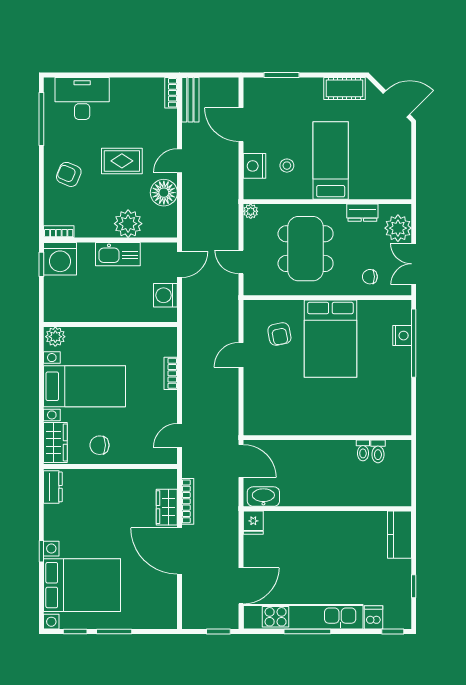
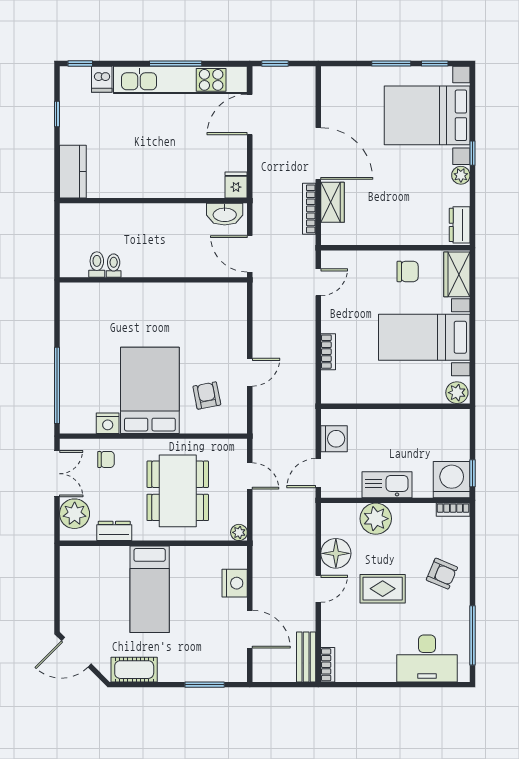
stool: (287, 166) -> (199, 584), removed
nightstand: (402, 336) -> (108, 423), moved, turned -90
plant: (52, 531) -> (461, 175), added

